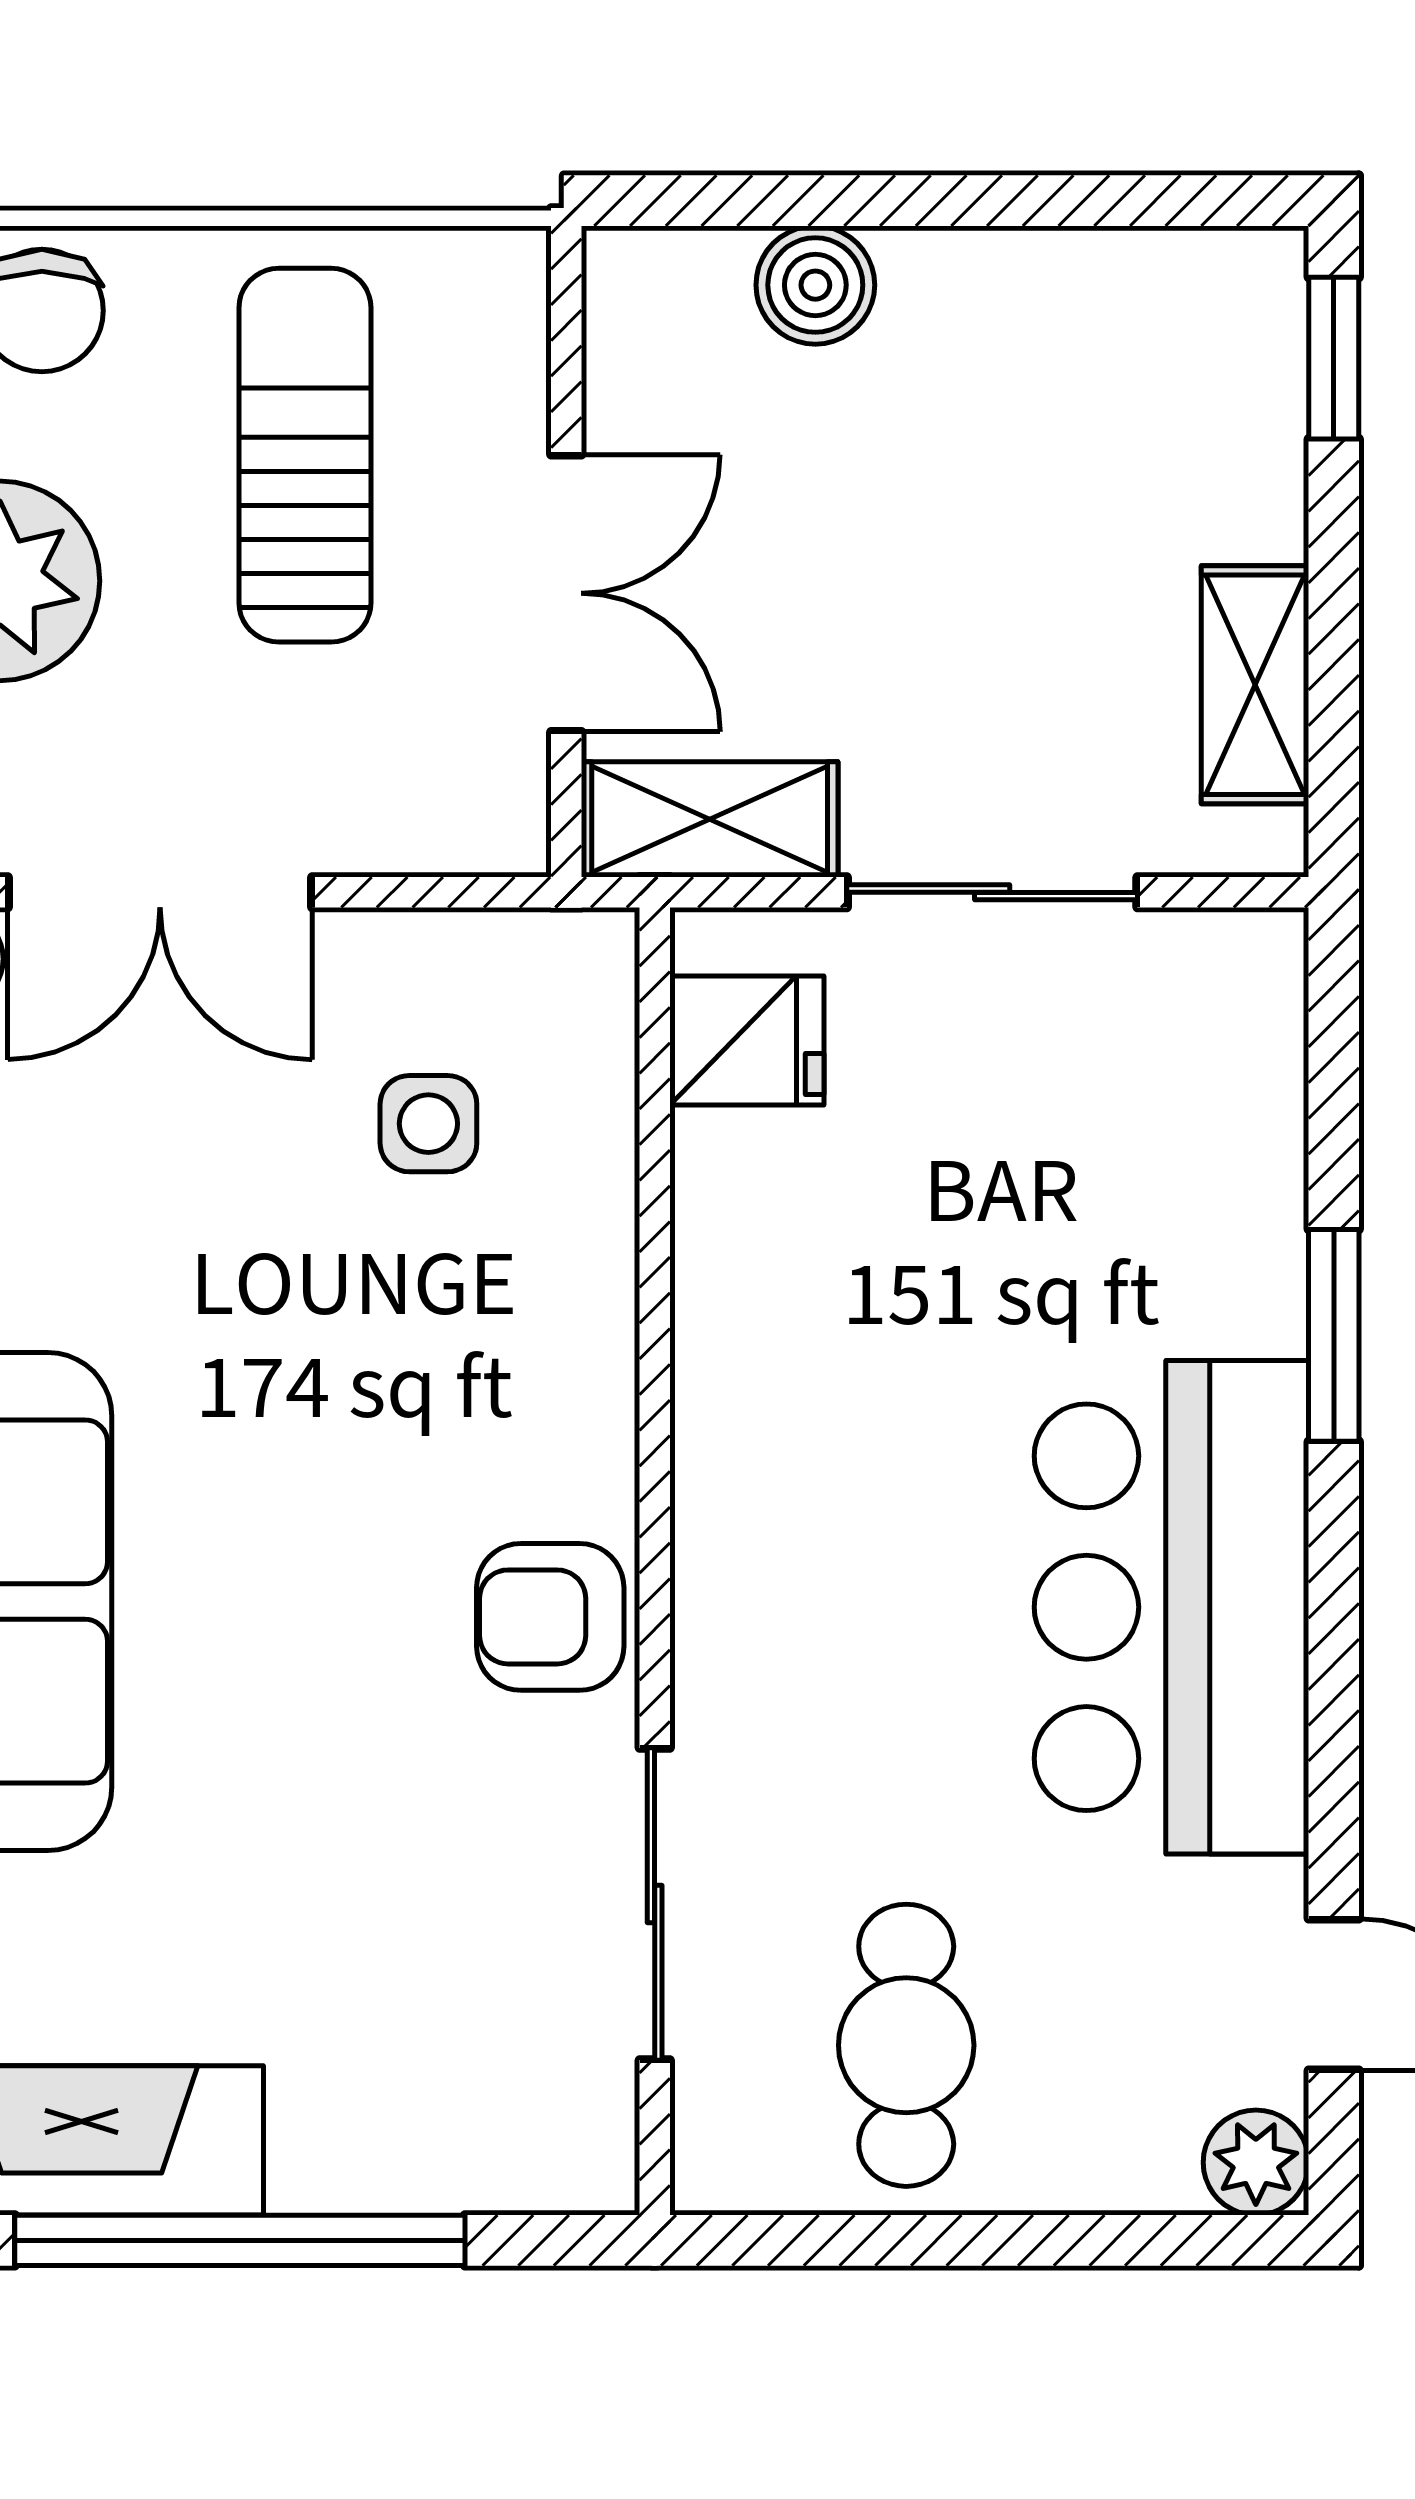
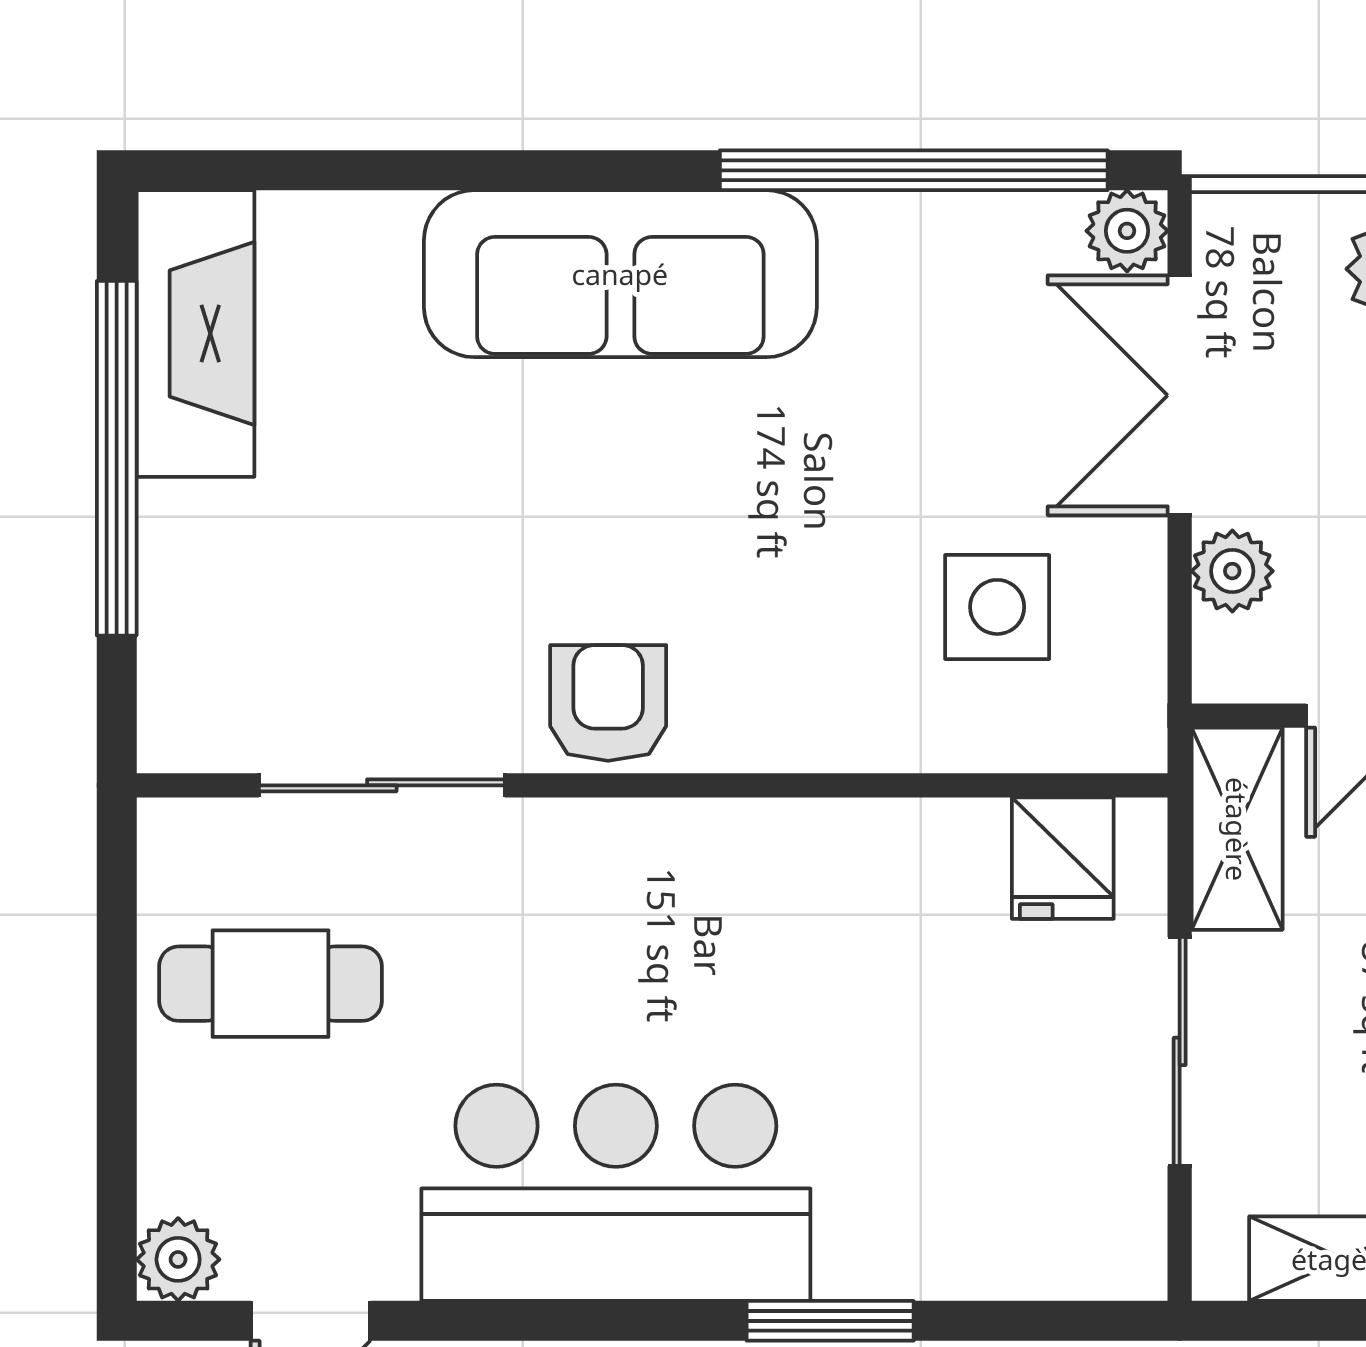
plant: (383, 826) -> (1232, 571), added
side table: (428, 1124) -> (997, 607), width x1.37, depth x1.37

